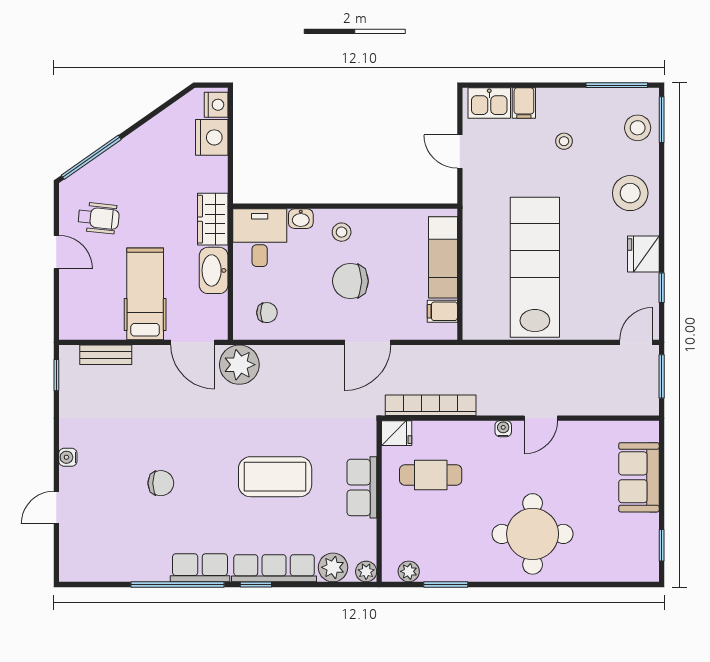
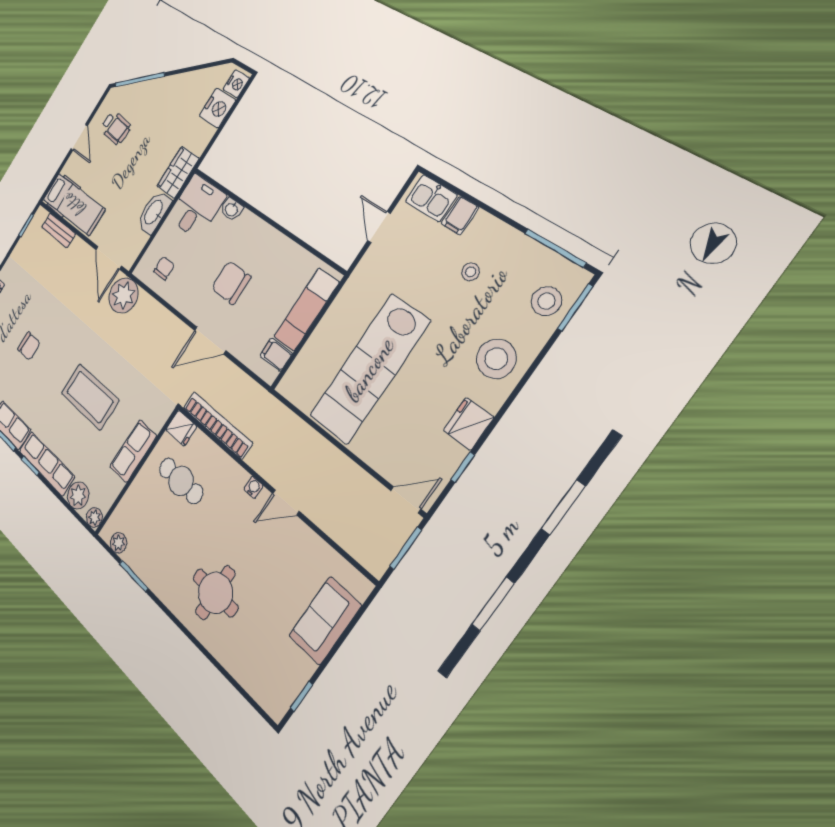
stool: (342, 232) -> (251, 239), removed
lab bench: (535, 267) -> (369, 369), turned 180
hospital bed: (145, 294) -> (74, 204), moved, turned 90
chair: (267, 313) -> (164, 268), turned -90
round table: (533, 534) -> (215, 593), width x0.73, depth x0.73

